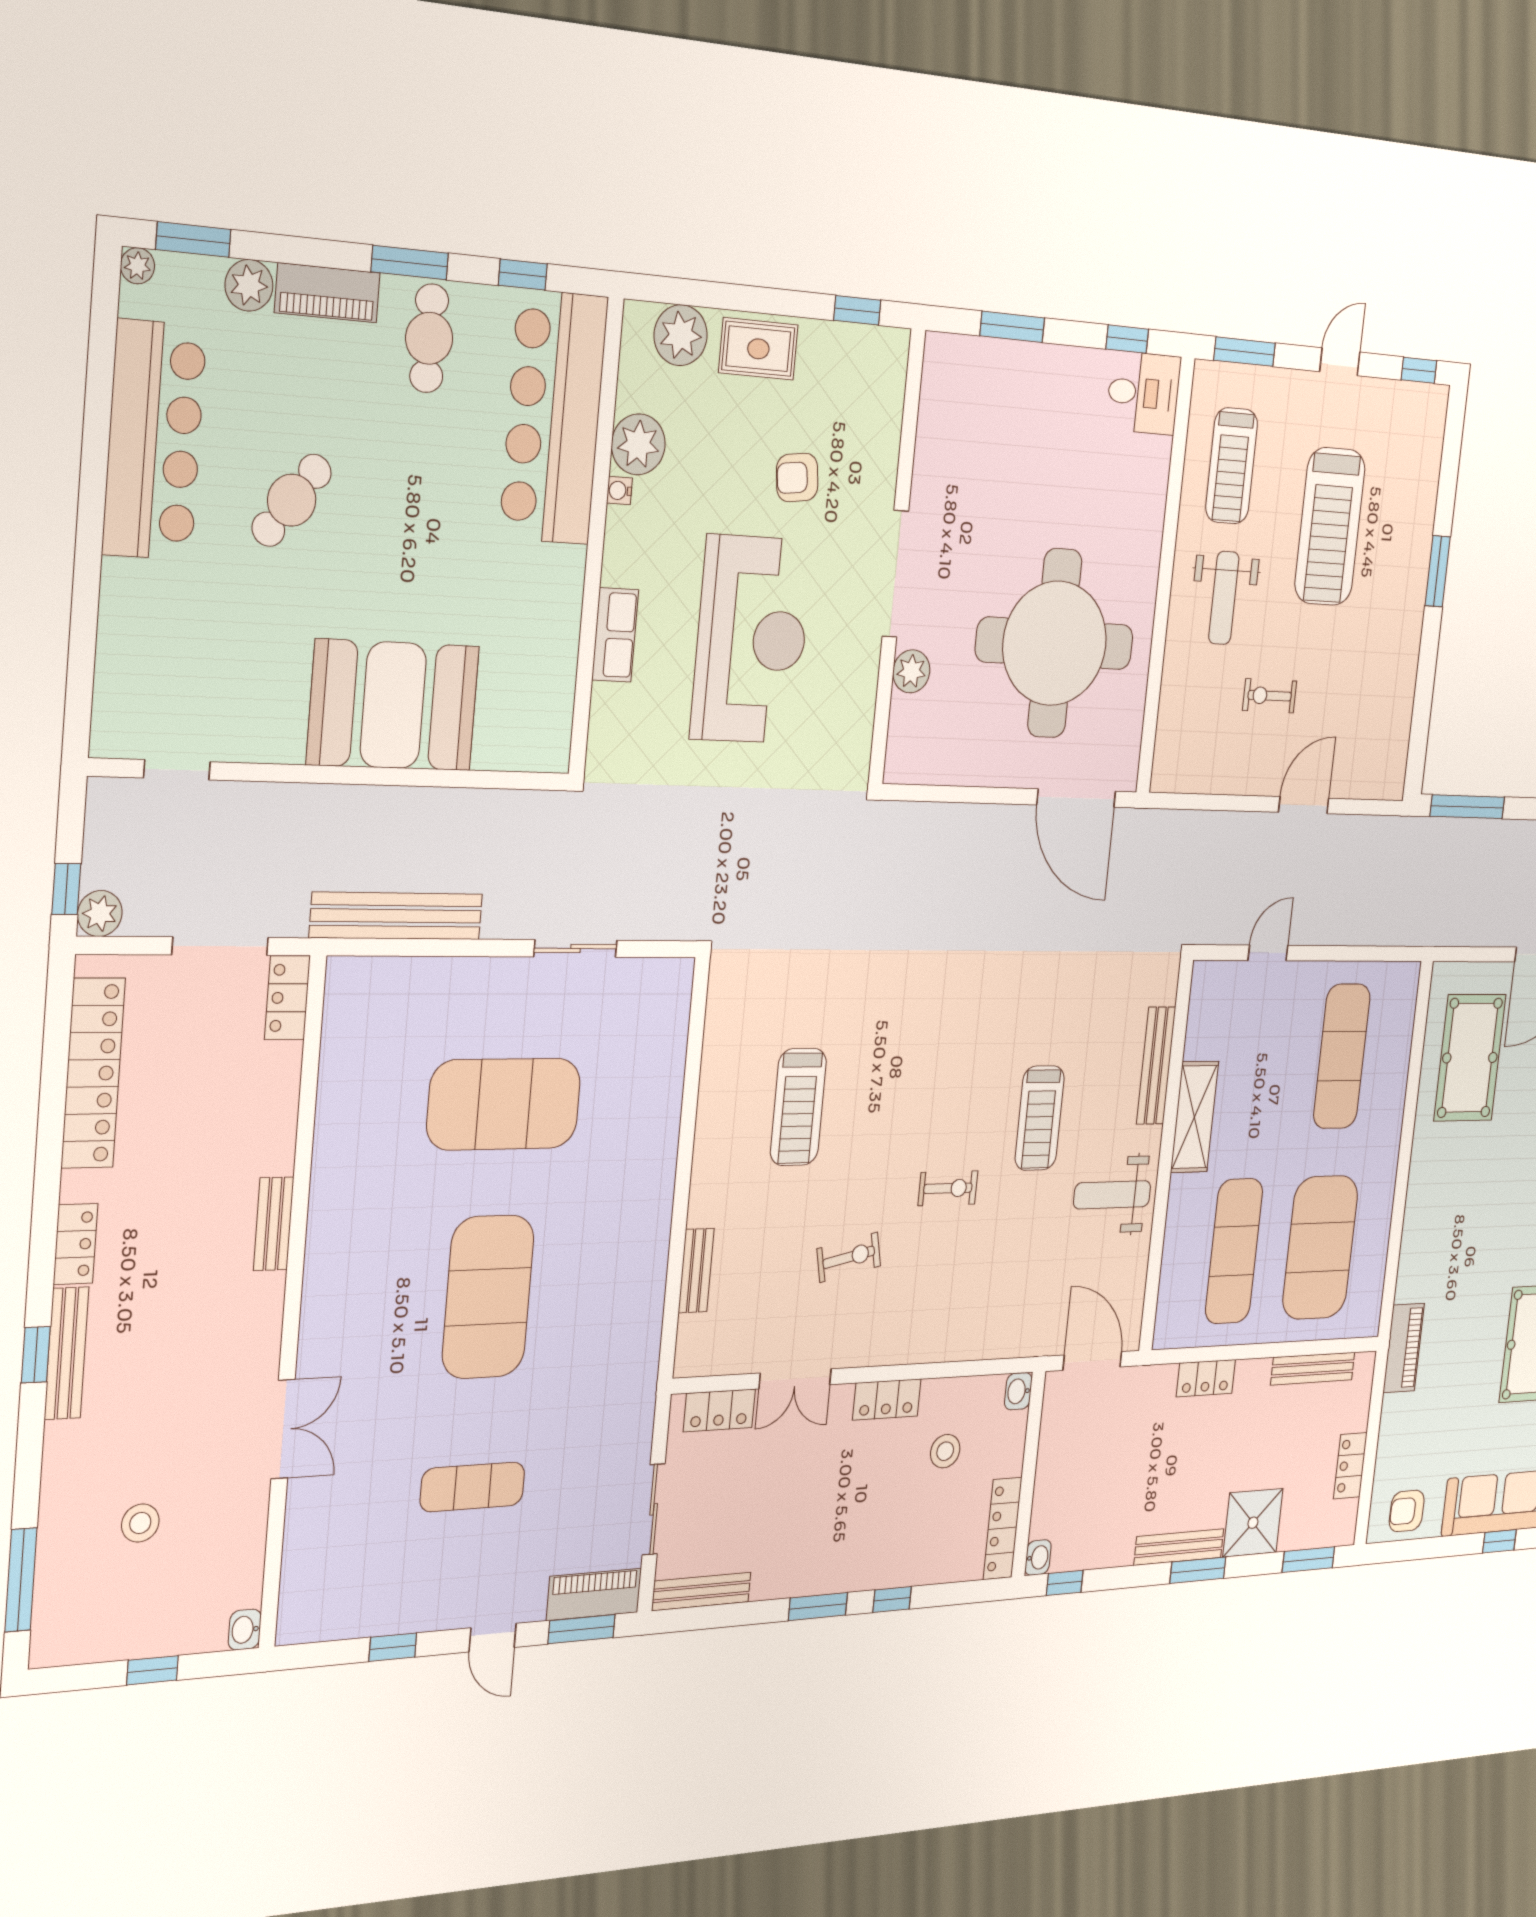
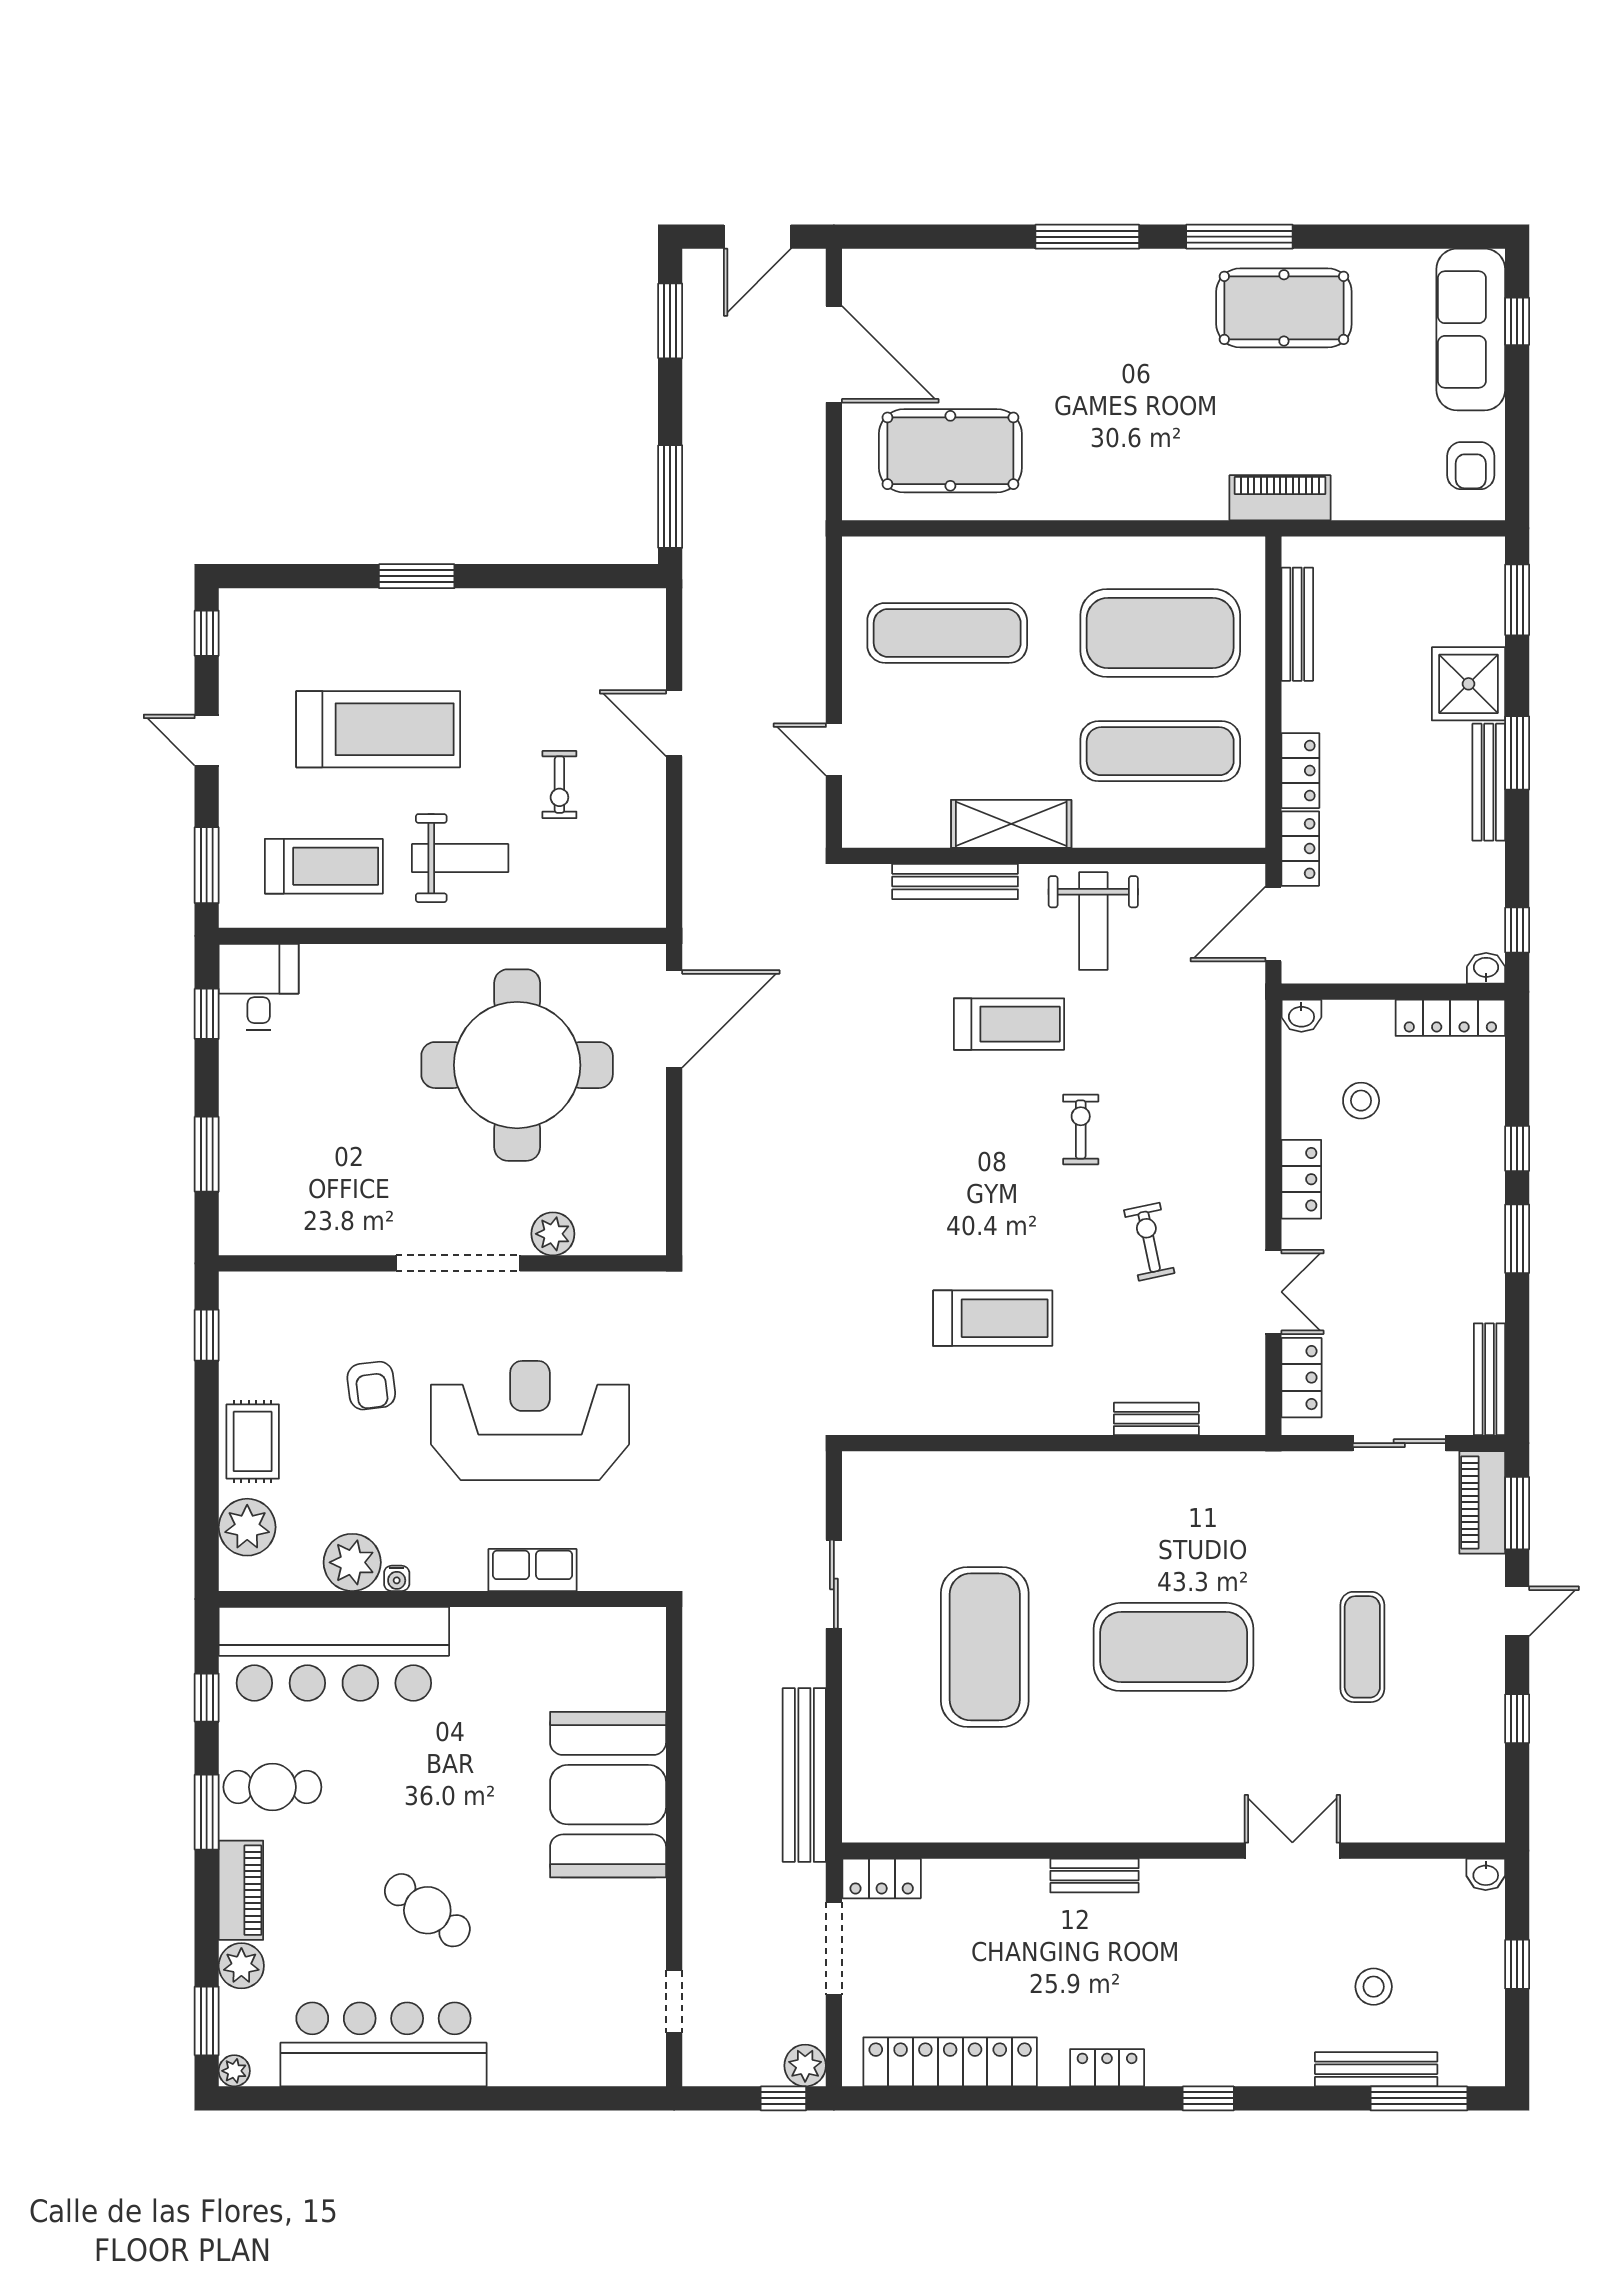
bench: (67, 1353) -> (1376, 2069), moved
locker: (1350, 1466) -> (1300, 849), moved, turned -90

